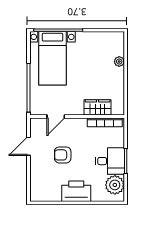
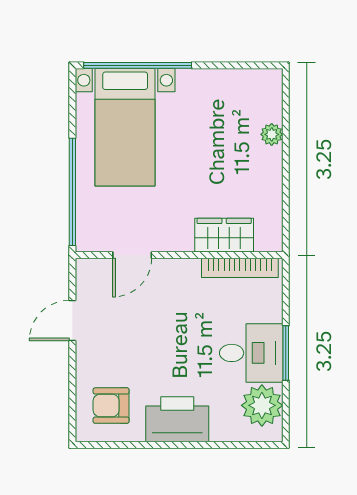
armchair: (63, 155) -> (111, 406), moved

